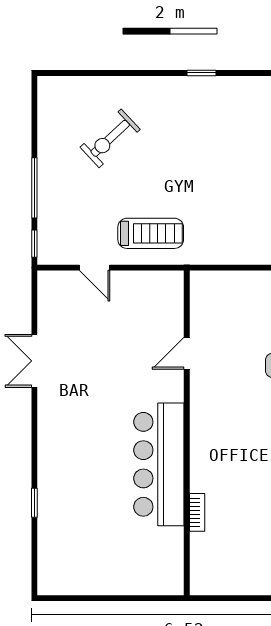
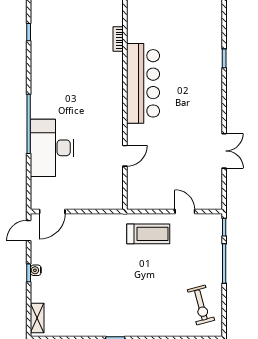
exercise bike: (110, 138) -> (201, 305), moved, turned 118
treadmill: (151, 233) -> (148, 234), turned 180
bookcase: (197, 512) -> (118, 39), moved

